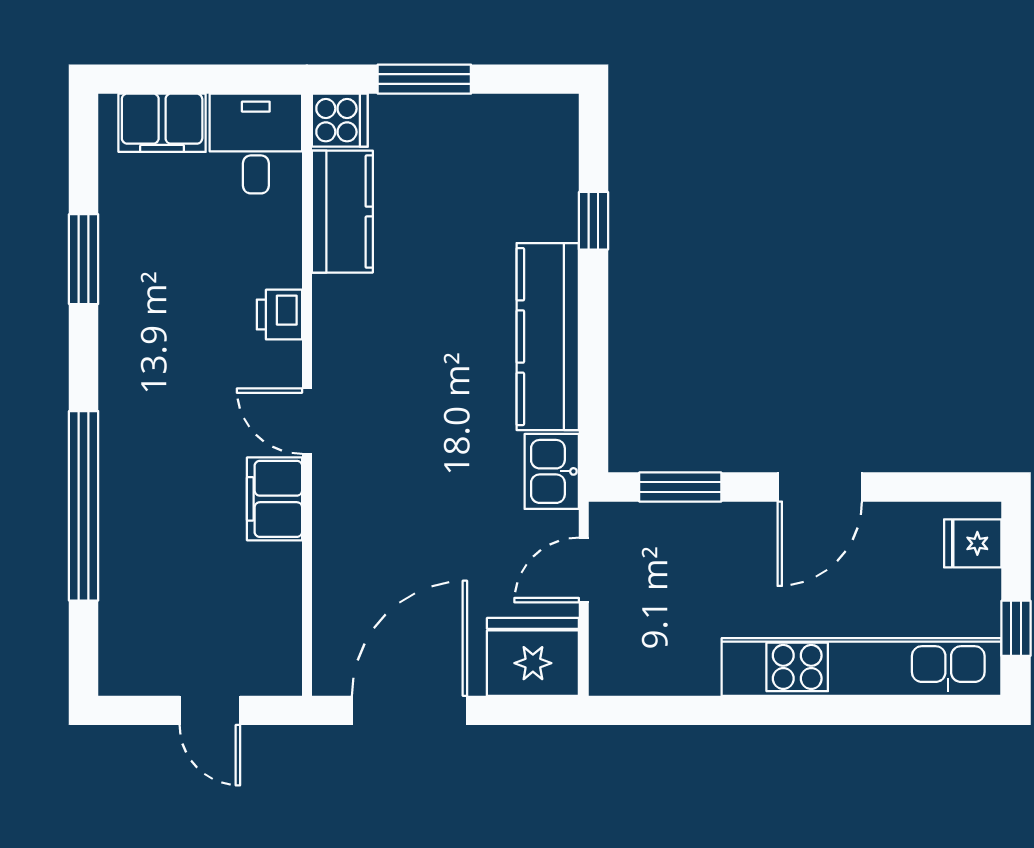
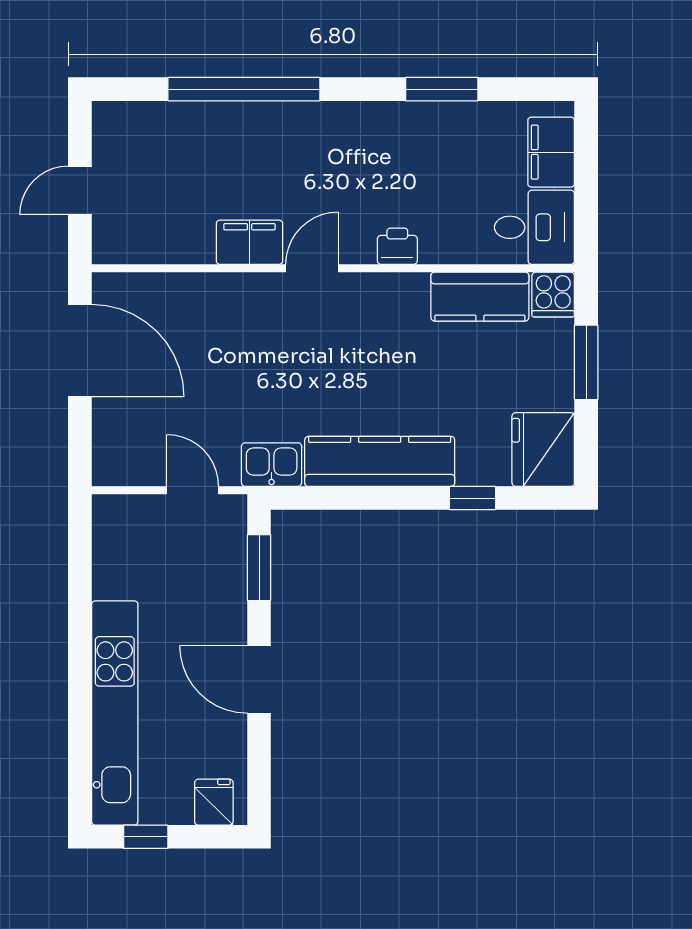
fridge: (533, 657) -> (543, 449), moved, turned 180

